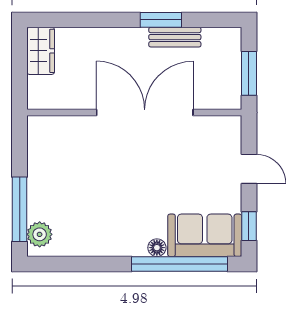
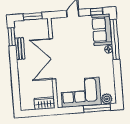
window: (161, 20) -> (12, 37), moved
wardrobe: (41, 51) -> (45, 103), moved
corner sofa: (60, 174) -> (81, 92), added

